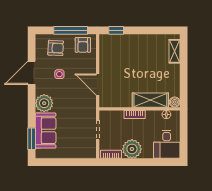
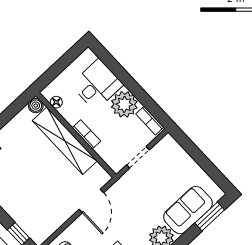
shelving: (150, 100) -> (65, 141), width x1.47
desk: (167, 144) -> (97, 85), moved

